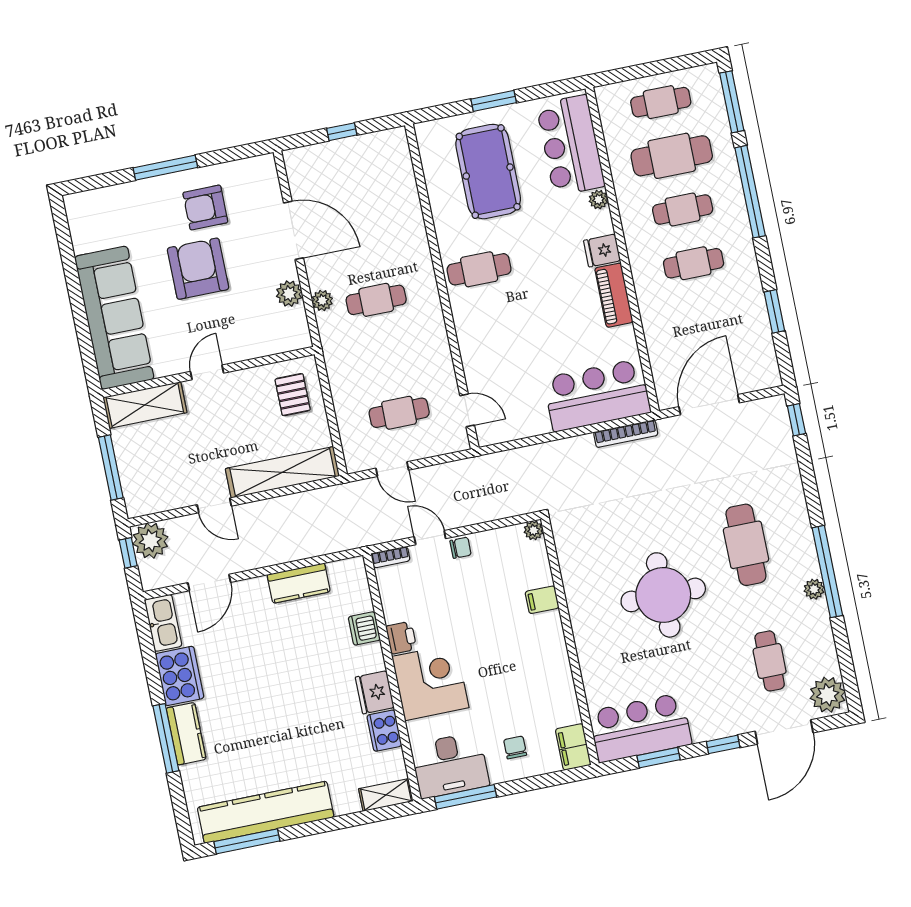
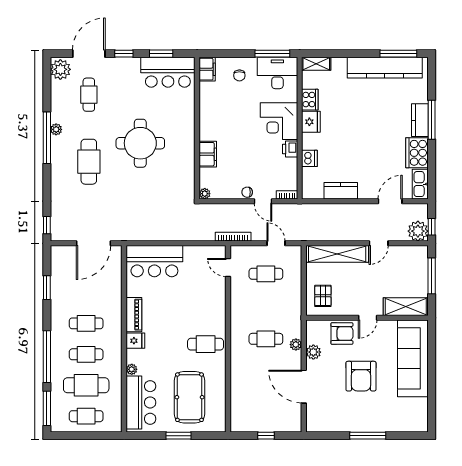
armchair: (205, 208) -> (342, 333), moved
bookcase: (626, 434) -> (233, 237), moved
door: (214, 505) -> (379, 243), swing flipped
filing cabinet: (542, 600) -> (208, 154), width x2.00

